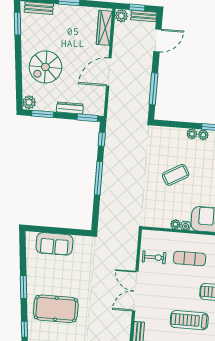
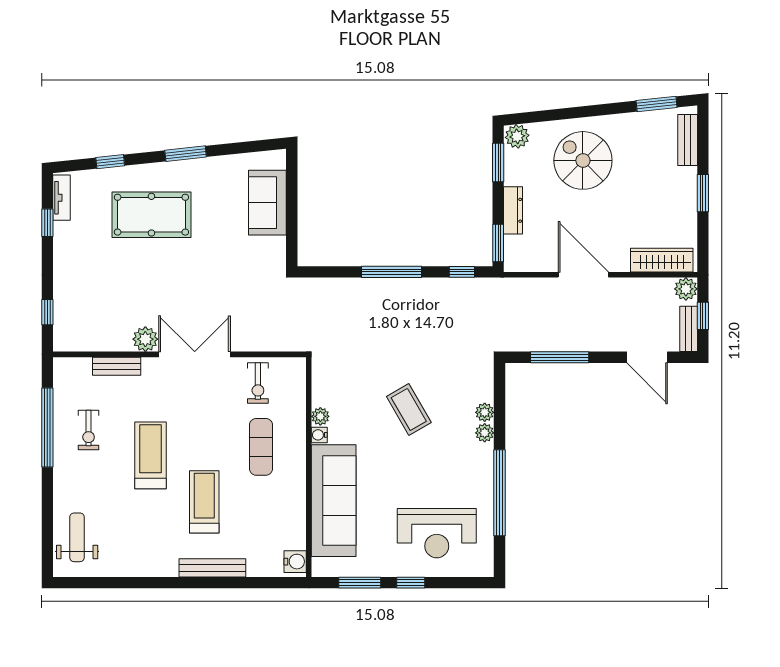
plant: (203, 135) -> (485, 412), moved
pool table: (56, 309) -> (151, 215), turned 90
plant: (125, 318) -> (145, 339), added

